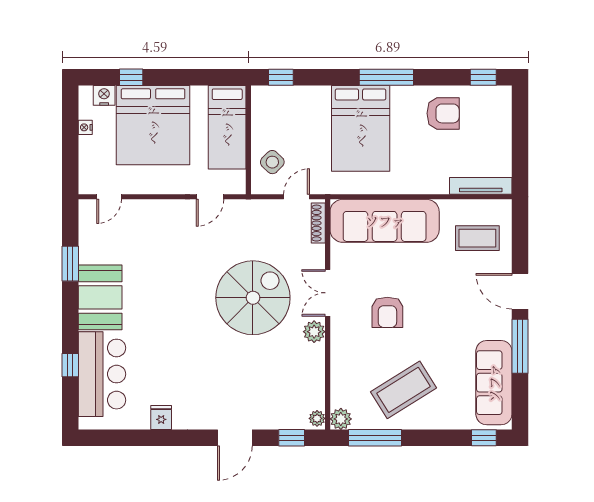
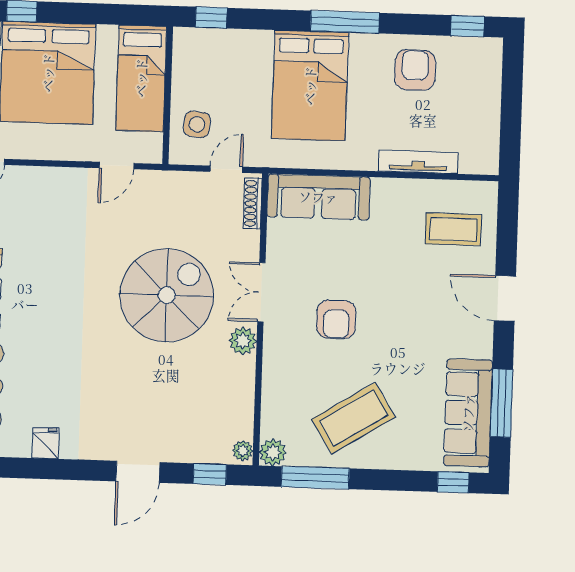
armchair: (443, 113) -> (415, 70), turned -90
side table: (272, 162) -> (197, 124), turned -38
tv unit: (481, 186) -> (418, 162), moved
sofa: (385, 221) -> (318, 197), width x0.74, depth x0.79
window: (520, 346) -> (501, 403), moved

